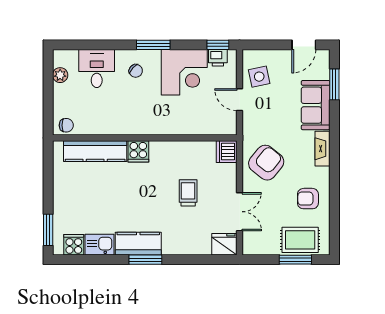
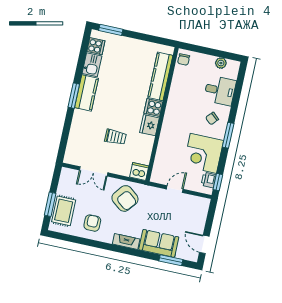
side table: (259, 77) -> (188, 207), removed
fridge: (224, 244) -> (149, 125), moved, turned 180

